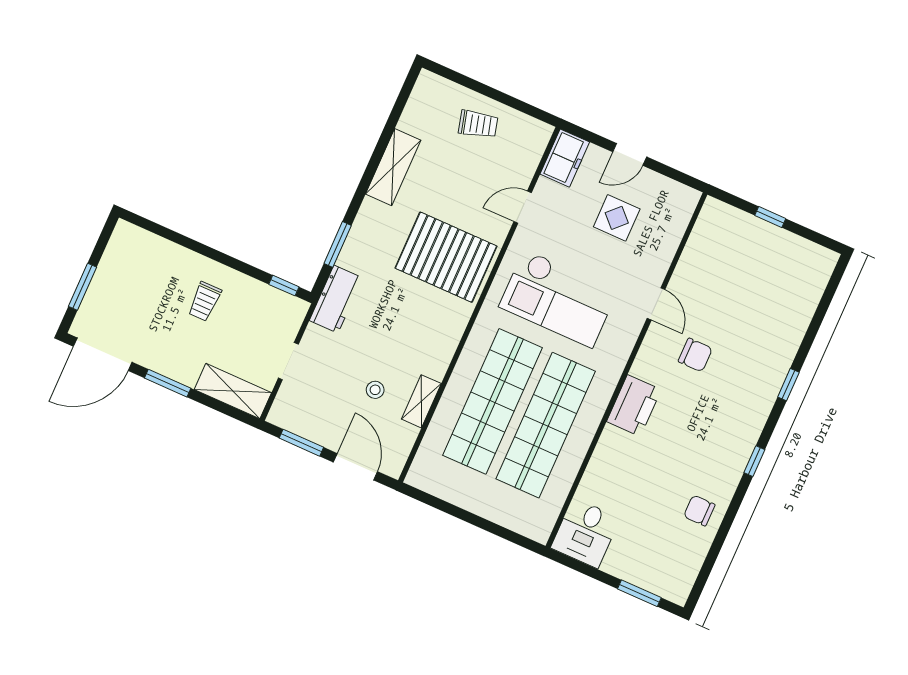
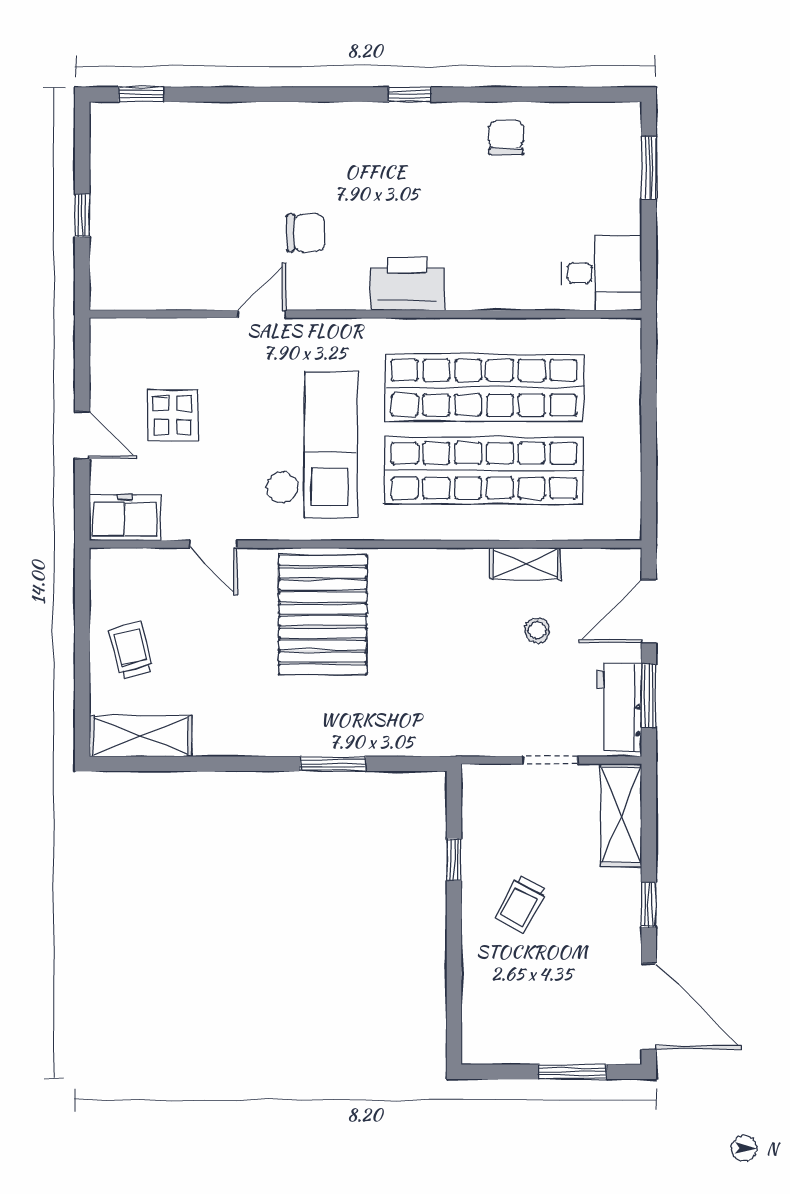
shelving: (393, 167) -> (141, 736), moved
window: (338, 244) -> (333, 764), moved
window: (284, 286) -> (454, 859), moved
workbench: (336, 299) -> (619, 707), moved, turned -90
trolley: (205, 301) -> (521, 904), turned 118
chair: (695, 355) -> (306, 233), turned 90
window: (168, 383) -> (649, 905), width x0.67
window: (788, 385) -> (141, 94), moved
chair: (699, 511) -> (506, 138), turned 180

